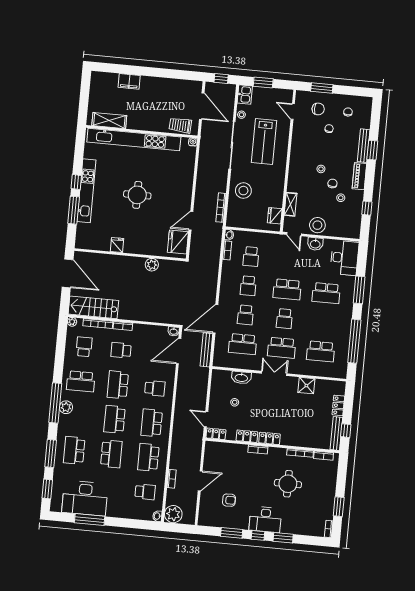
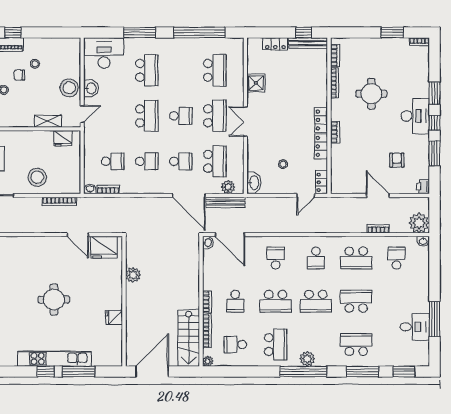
window: (367, 208) -> (13, 33), moved
plant: (219, 353) -> (228, 187), added
washbasin: (241, 378) -> (254, 183), moved
school desk: (152, 423) -> (316, 258), width x0.54
school desk: (74, 450) -> (356, 345), turned 180
desk: (85, 498) -> (415, 327), width x0.53, depth x0.77
printer: (204, 520) -> (423, 186), added

